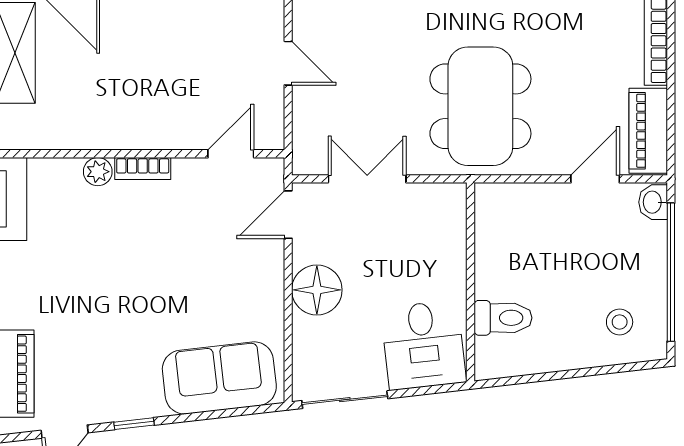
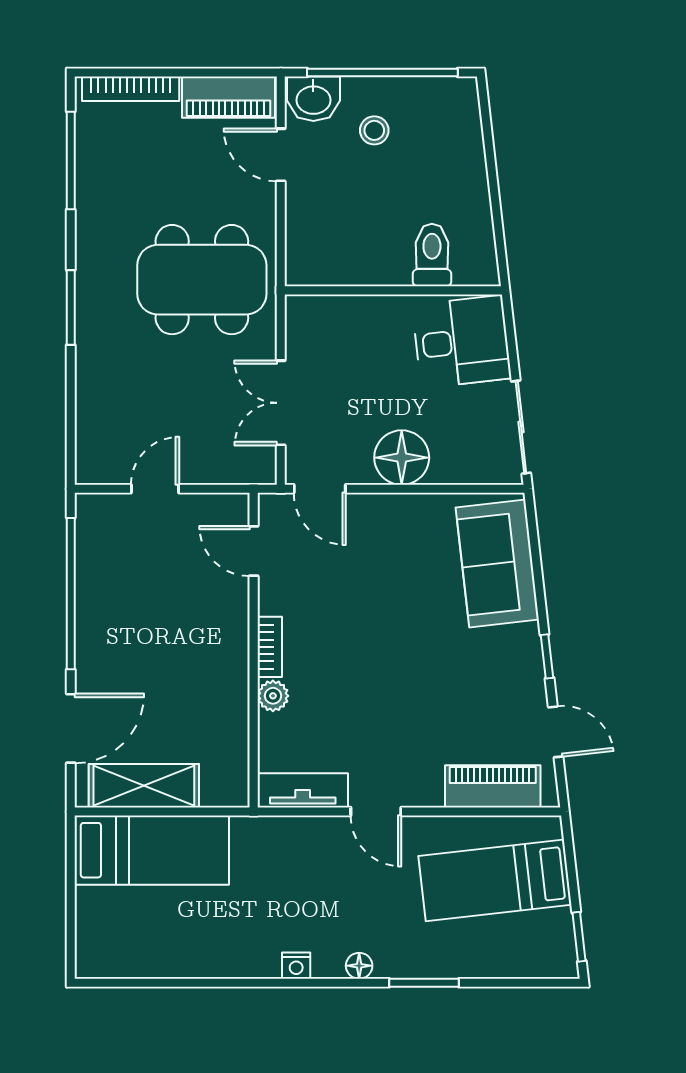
washbasin: (653, 202) -> (313, 99), width x1.38, depth x1.45
stool: (620, 322) -> (374, 130), moved

